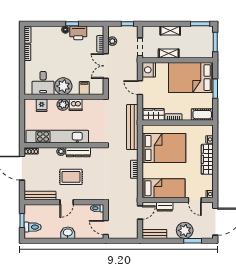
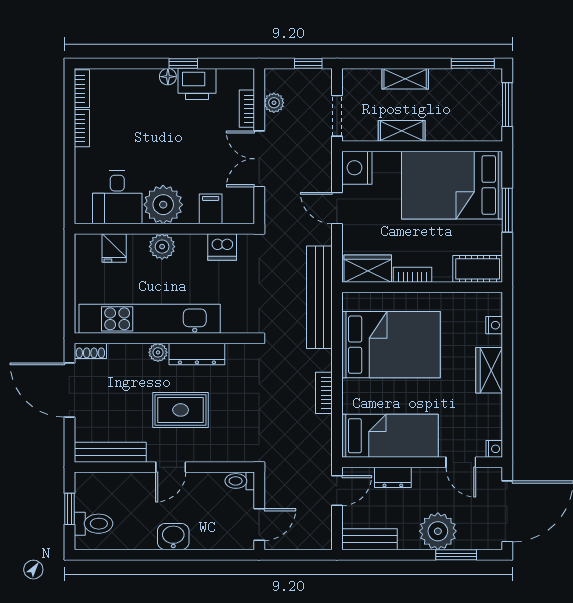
dishwasher: (76, 105) -> (222, 247), moved
wardrobe: (207, 159) -> (489, 370), width x0.67
door: (106, 227) -> (259, 525), swing flipped

